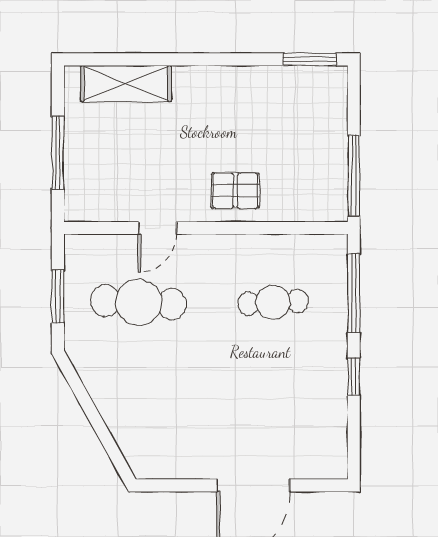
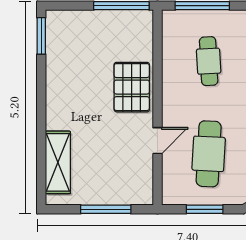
pallet: (235, 191) -> (132, 87), width x1.50, depth x1.42
door: (158, 228) -> (157, 141), hinge flipped

